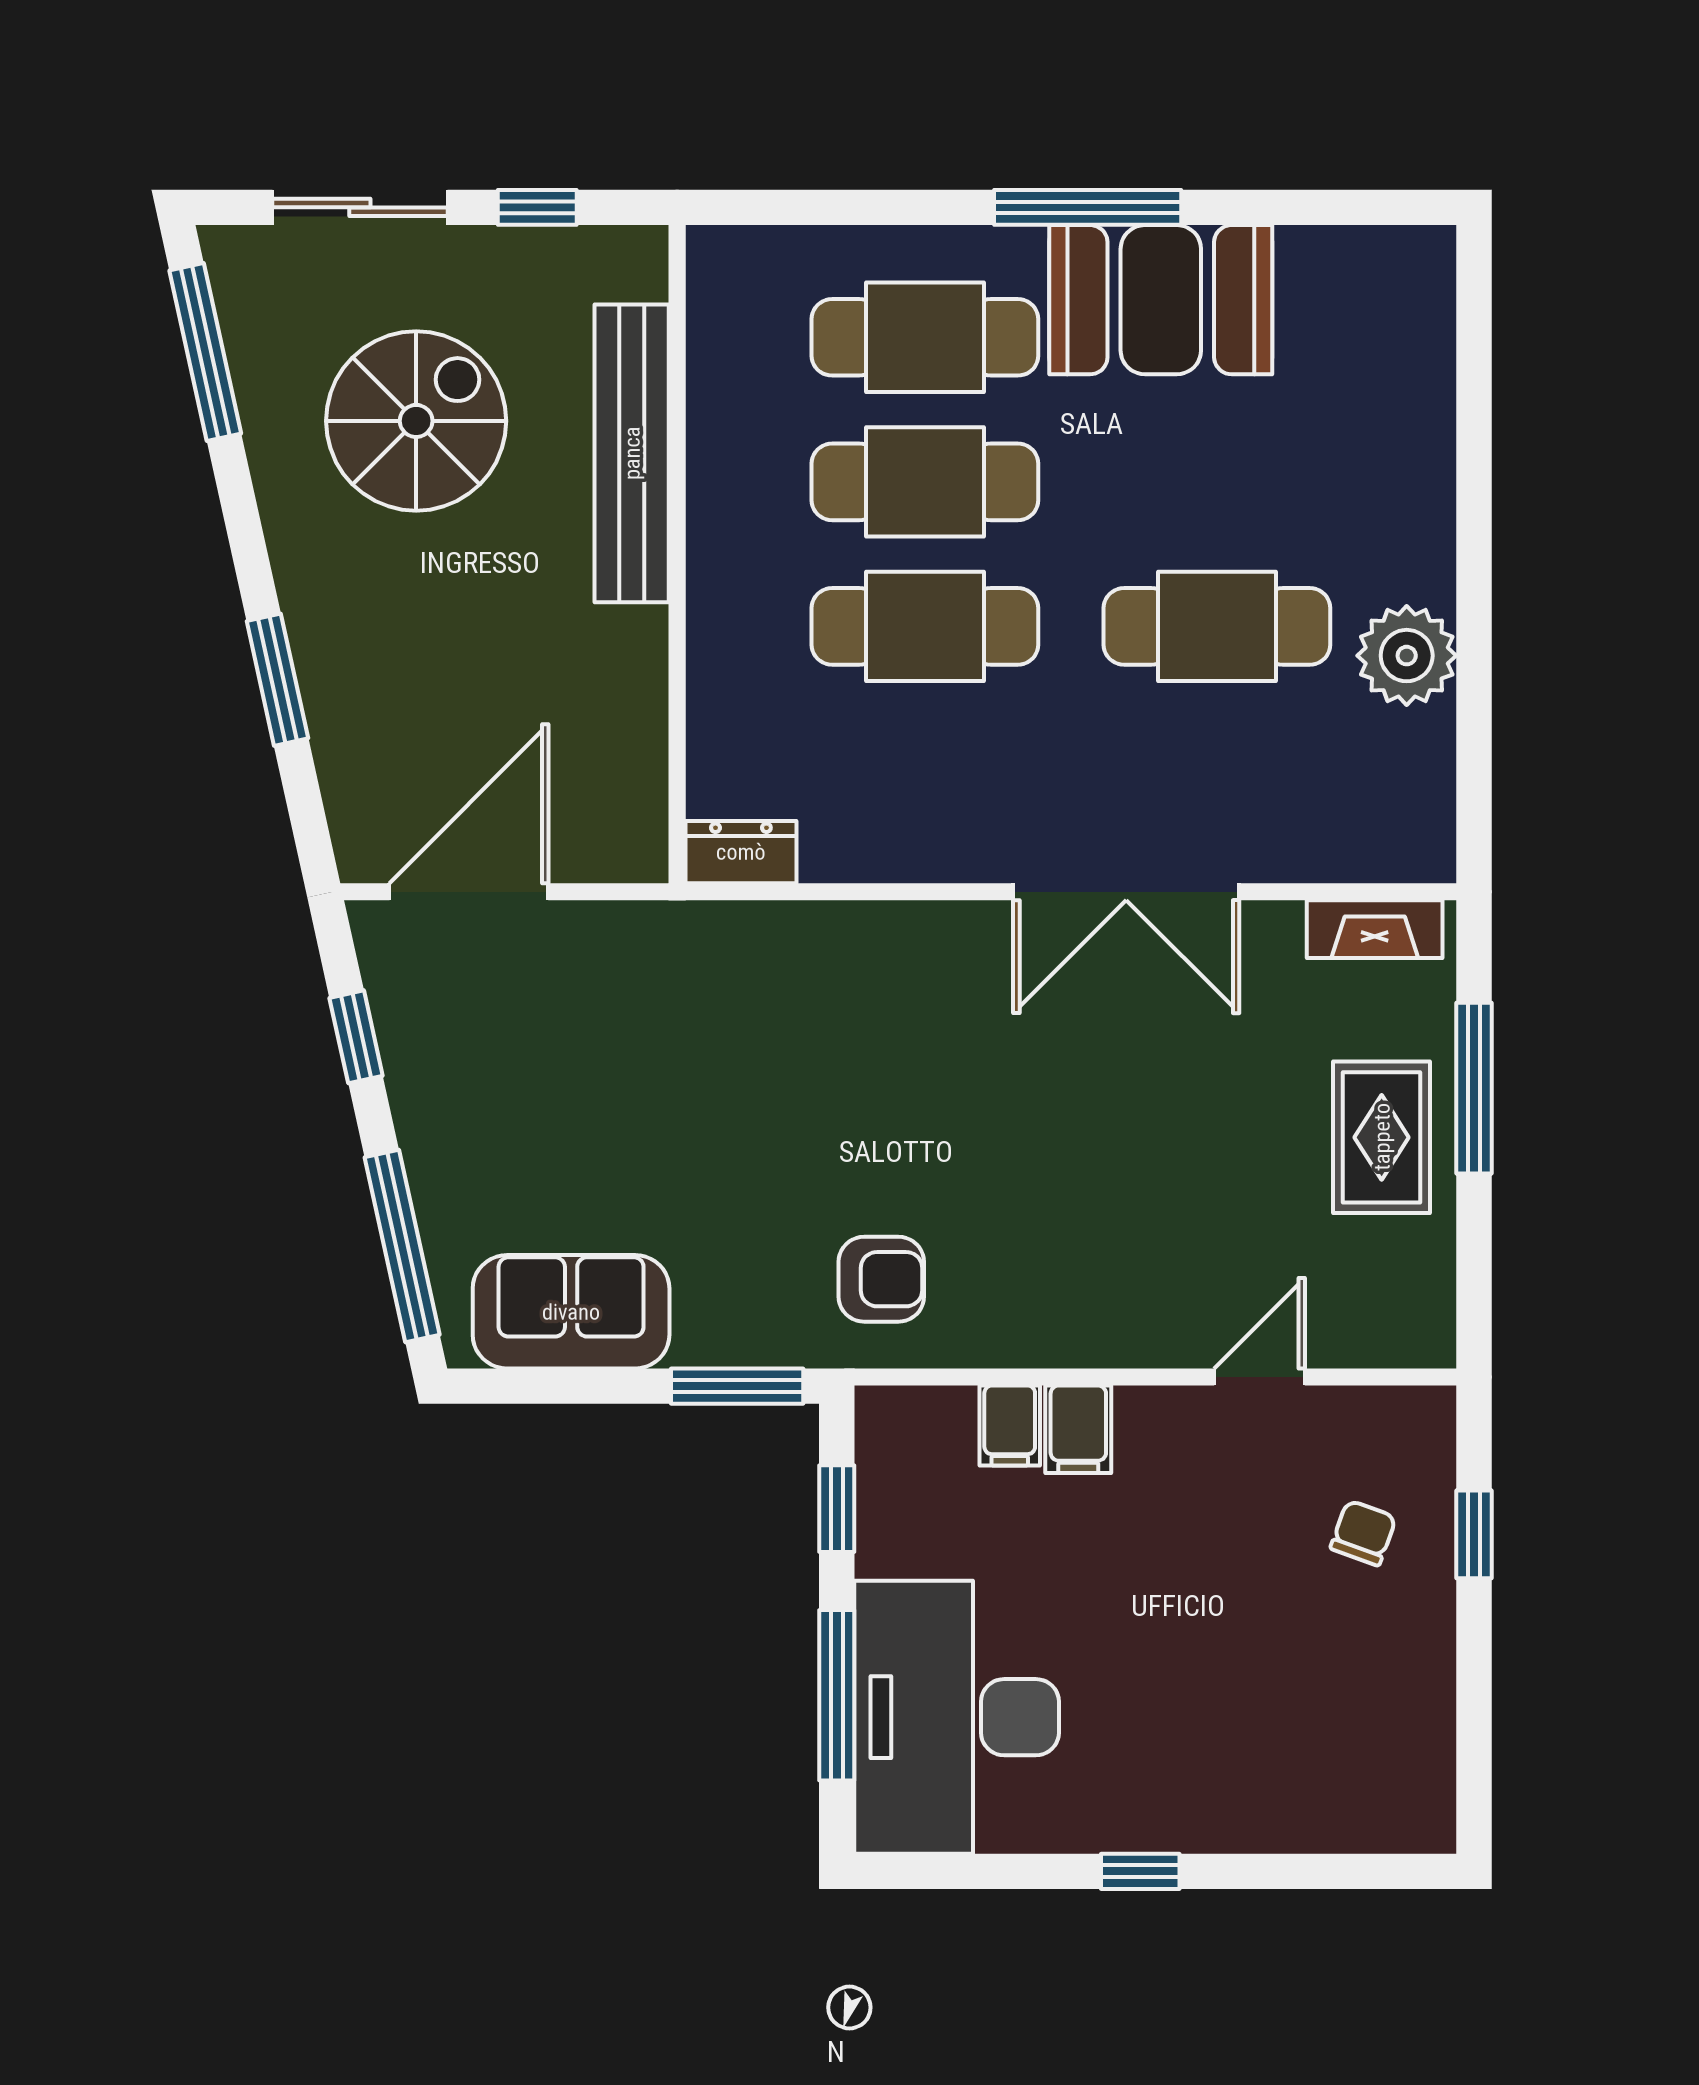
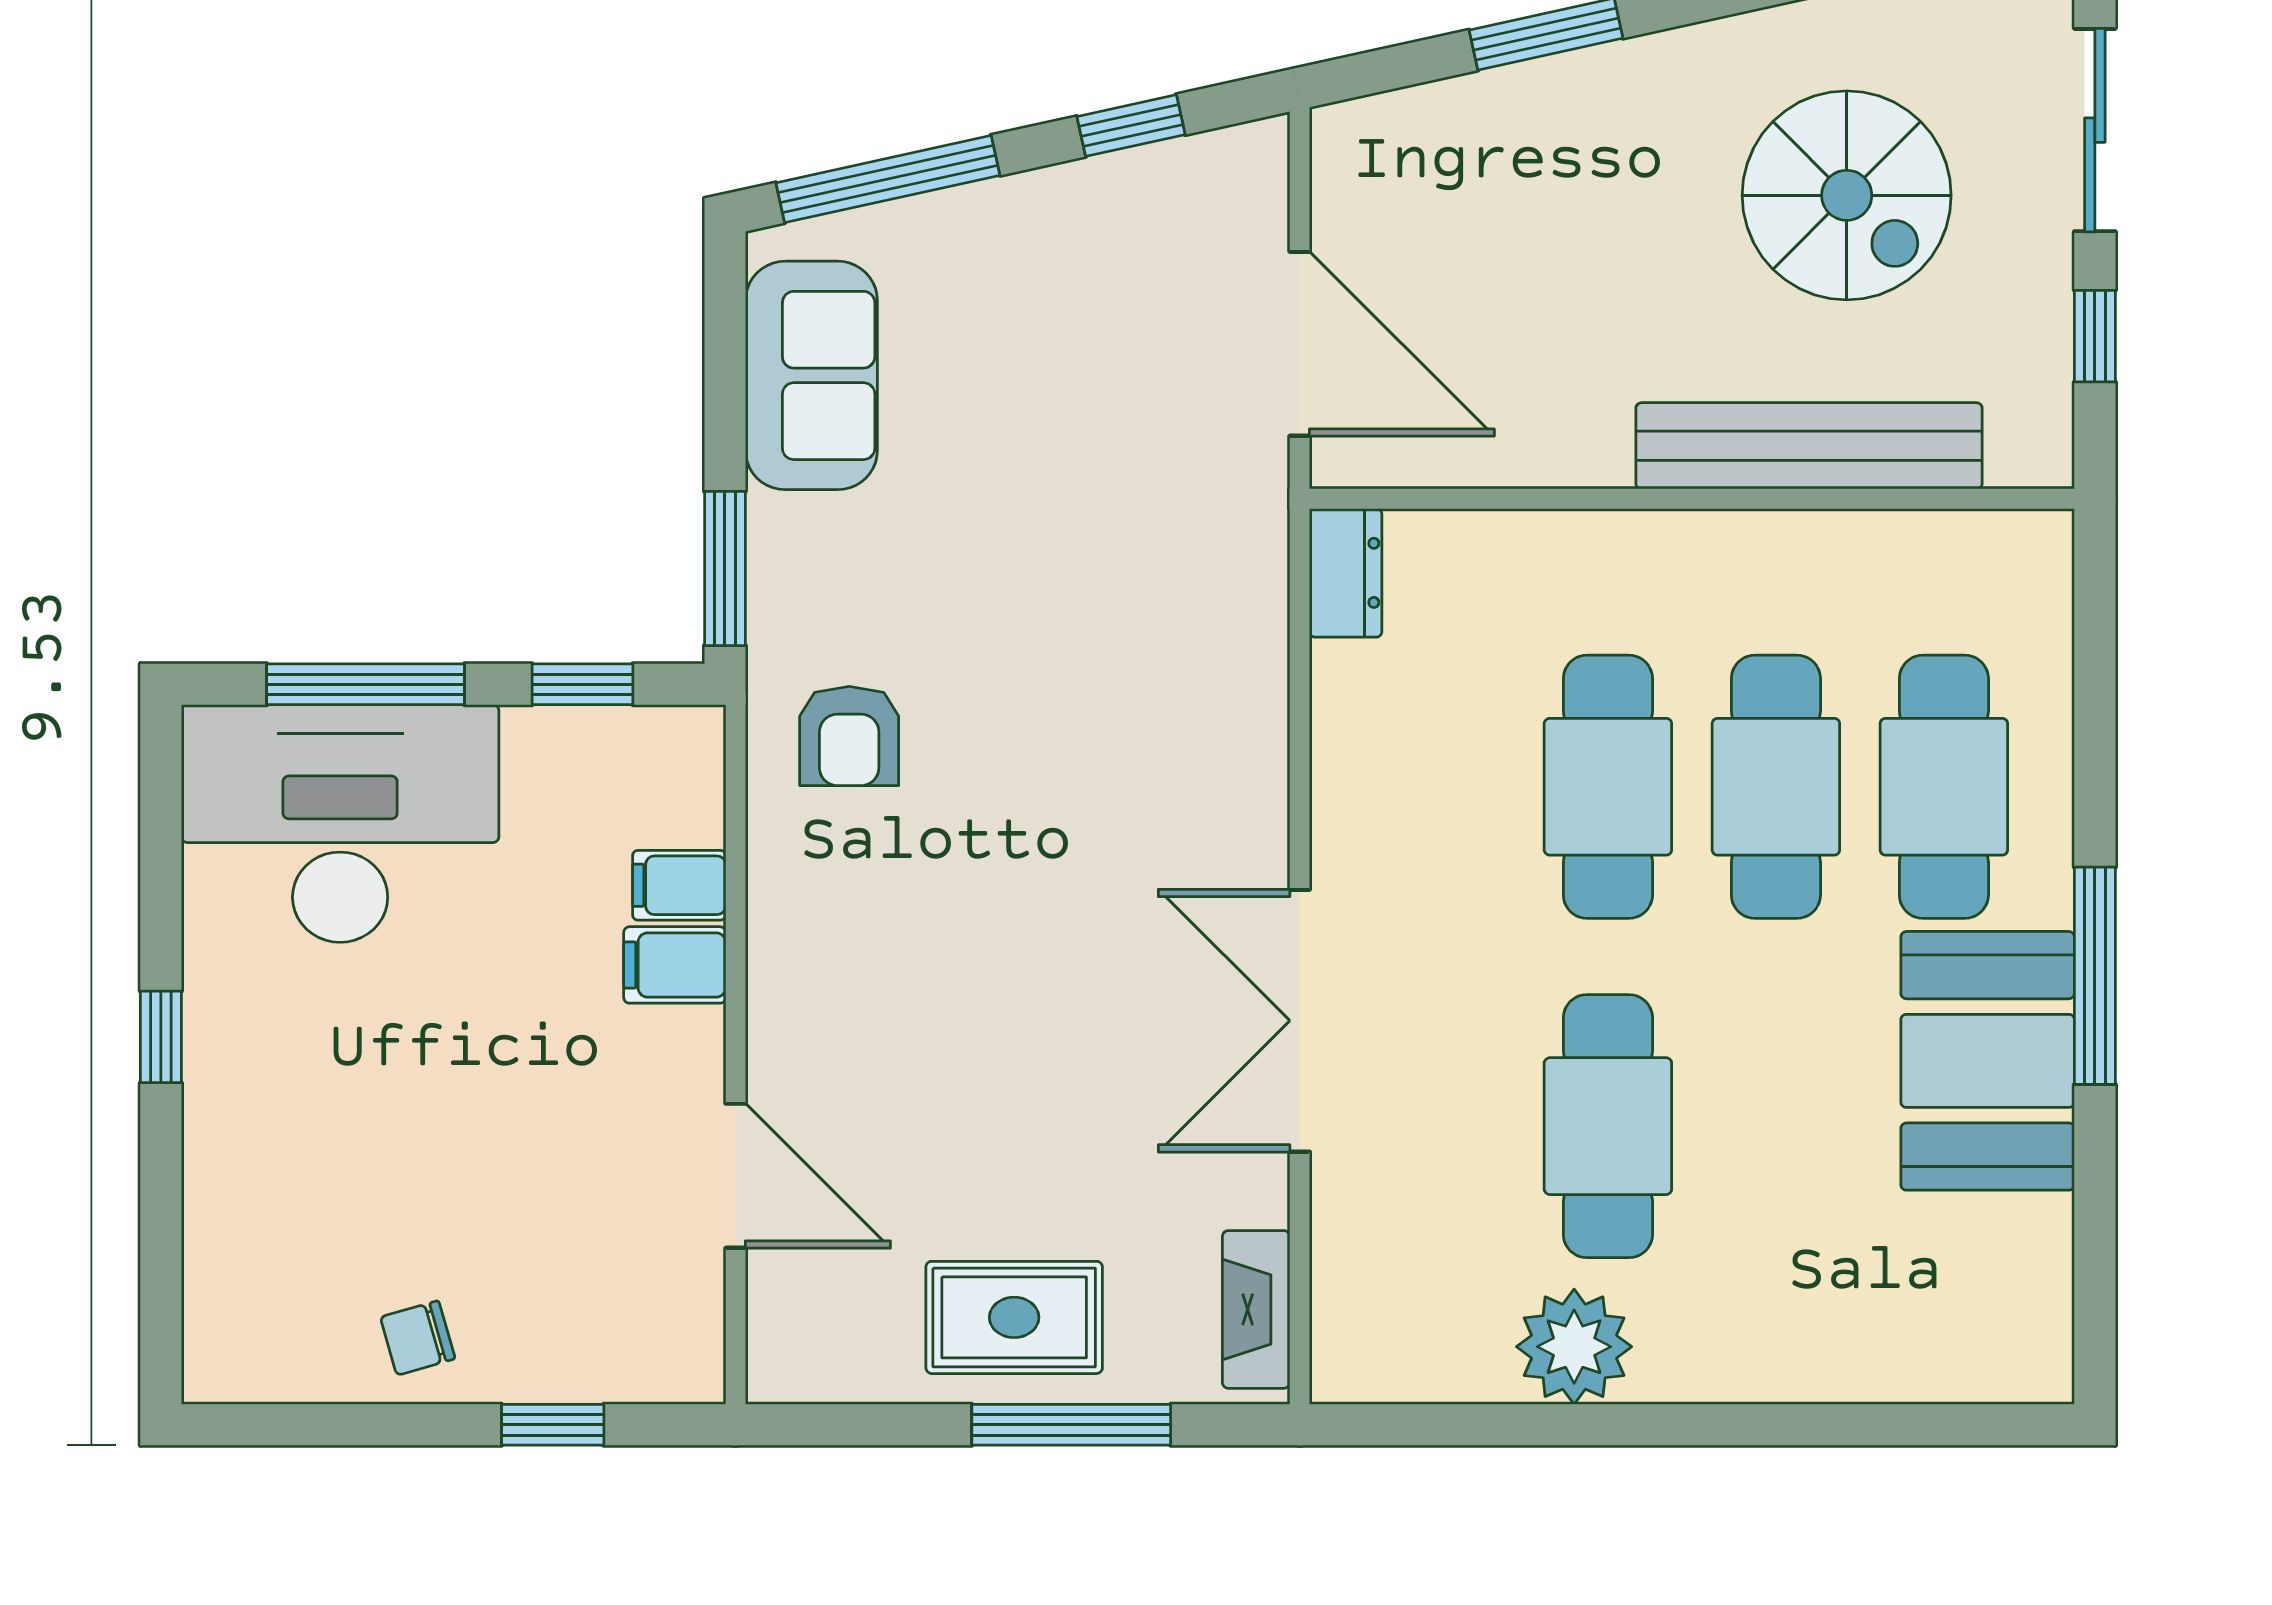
door: (469, 892) -> (1300, 344), moved
door: (1260, 1377) -> (736, 1176), width x1.38
chair: (1363, 1533) -> (418, 1338), moved, turned 144

